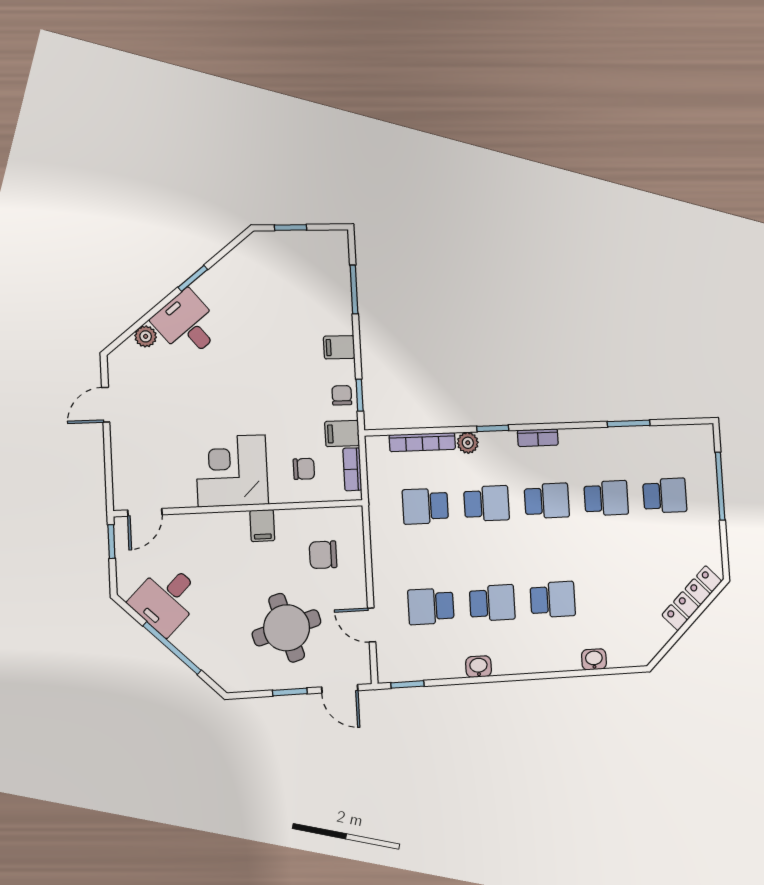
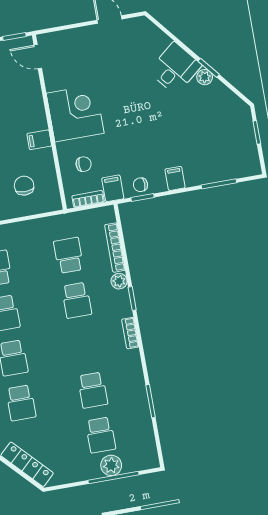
plant: (146, 336) -> (205, 77), moved
chair: (342, 395) -> (140, 185), turned 180
chair: (304, 469) -> (84, 164), turned -90
plant: (705, 487) -> (111, 465), added
school desk: (547, 501) -> (21, 403), moved

